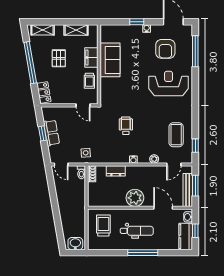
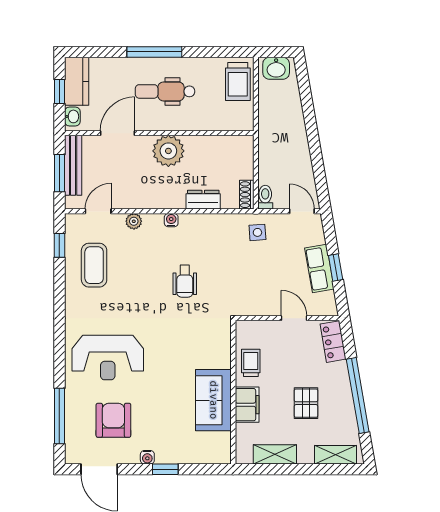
door: (83, 105) -> (294, 318), moved
door: (163, 208) -> (117, 133), swing flipped
trolley: (103, 225) -> (238, 82), moved

